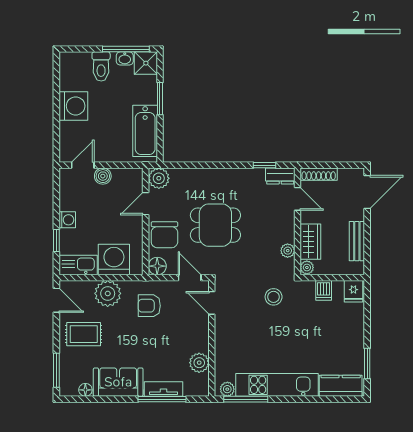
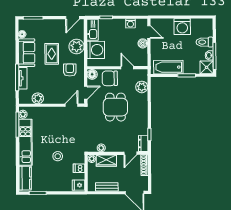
plant: (159, 178) -> (142, 87), moved
washing machine: (67, 220) -> (130, 23), moved
stool: (274, 297) -> (58, 156), moved
rug: (84, 334) -> (52, 54), moved

